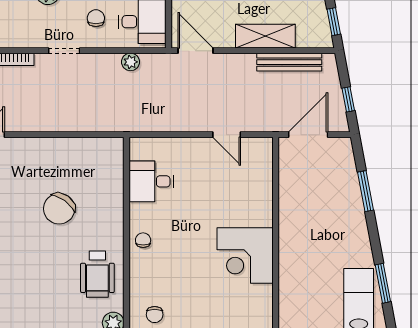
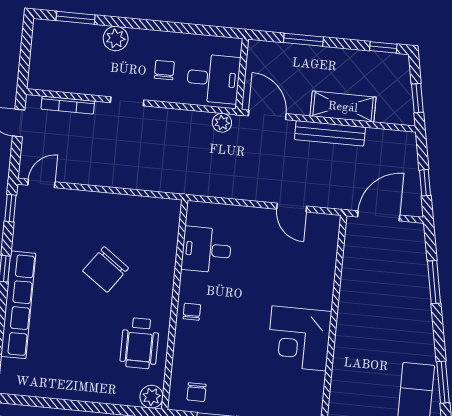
plant: (131, 62) -> (222, 123), moved
bench: (289, 62) -> (330, 133), moved

